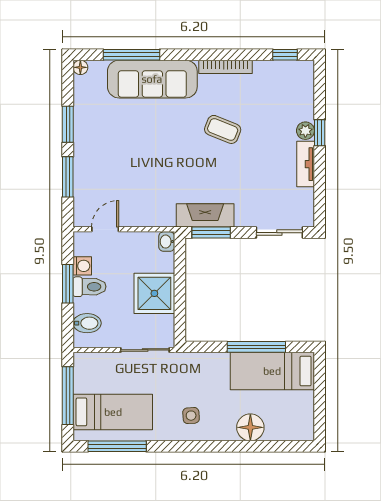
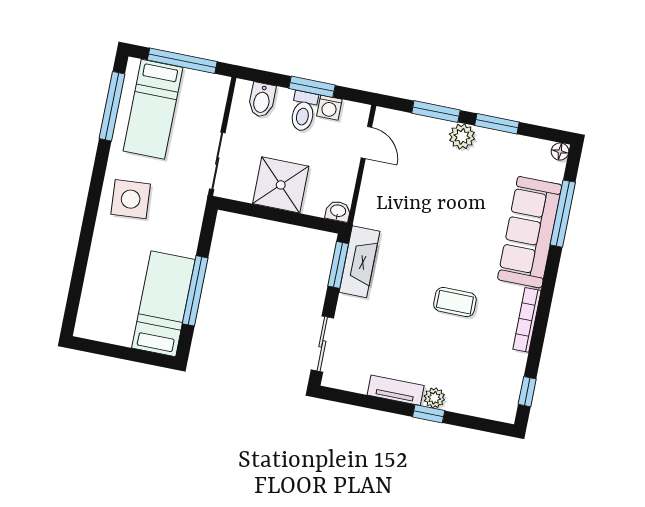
coffee table: (223, 129) -> (455, 302), turned 68
plant: (84, 151) -> (462, 136), added
side table: (191, 416) -> (131, 199), width x1.87, depth x1.87
floor lamp: (250, 427) -> (103, 265), removed

